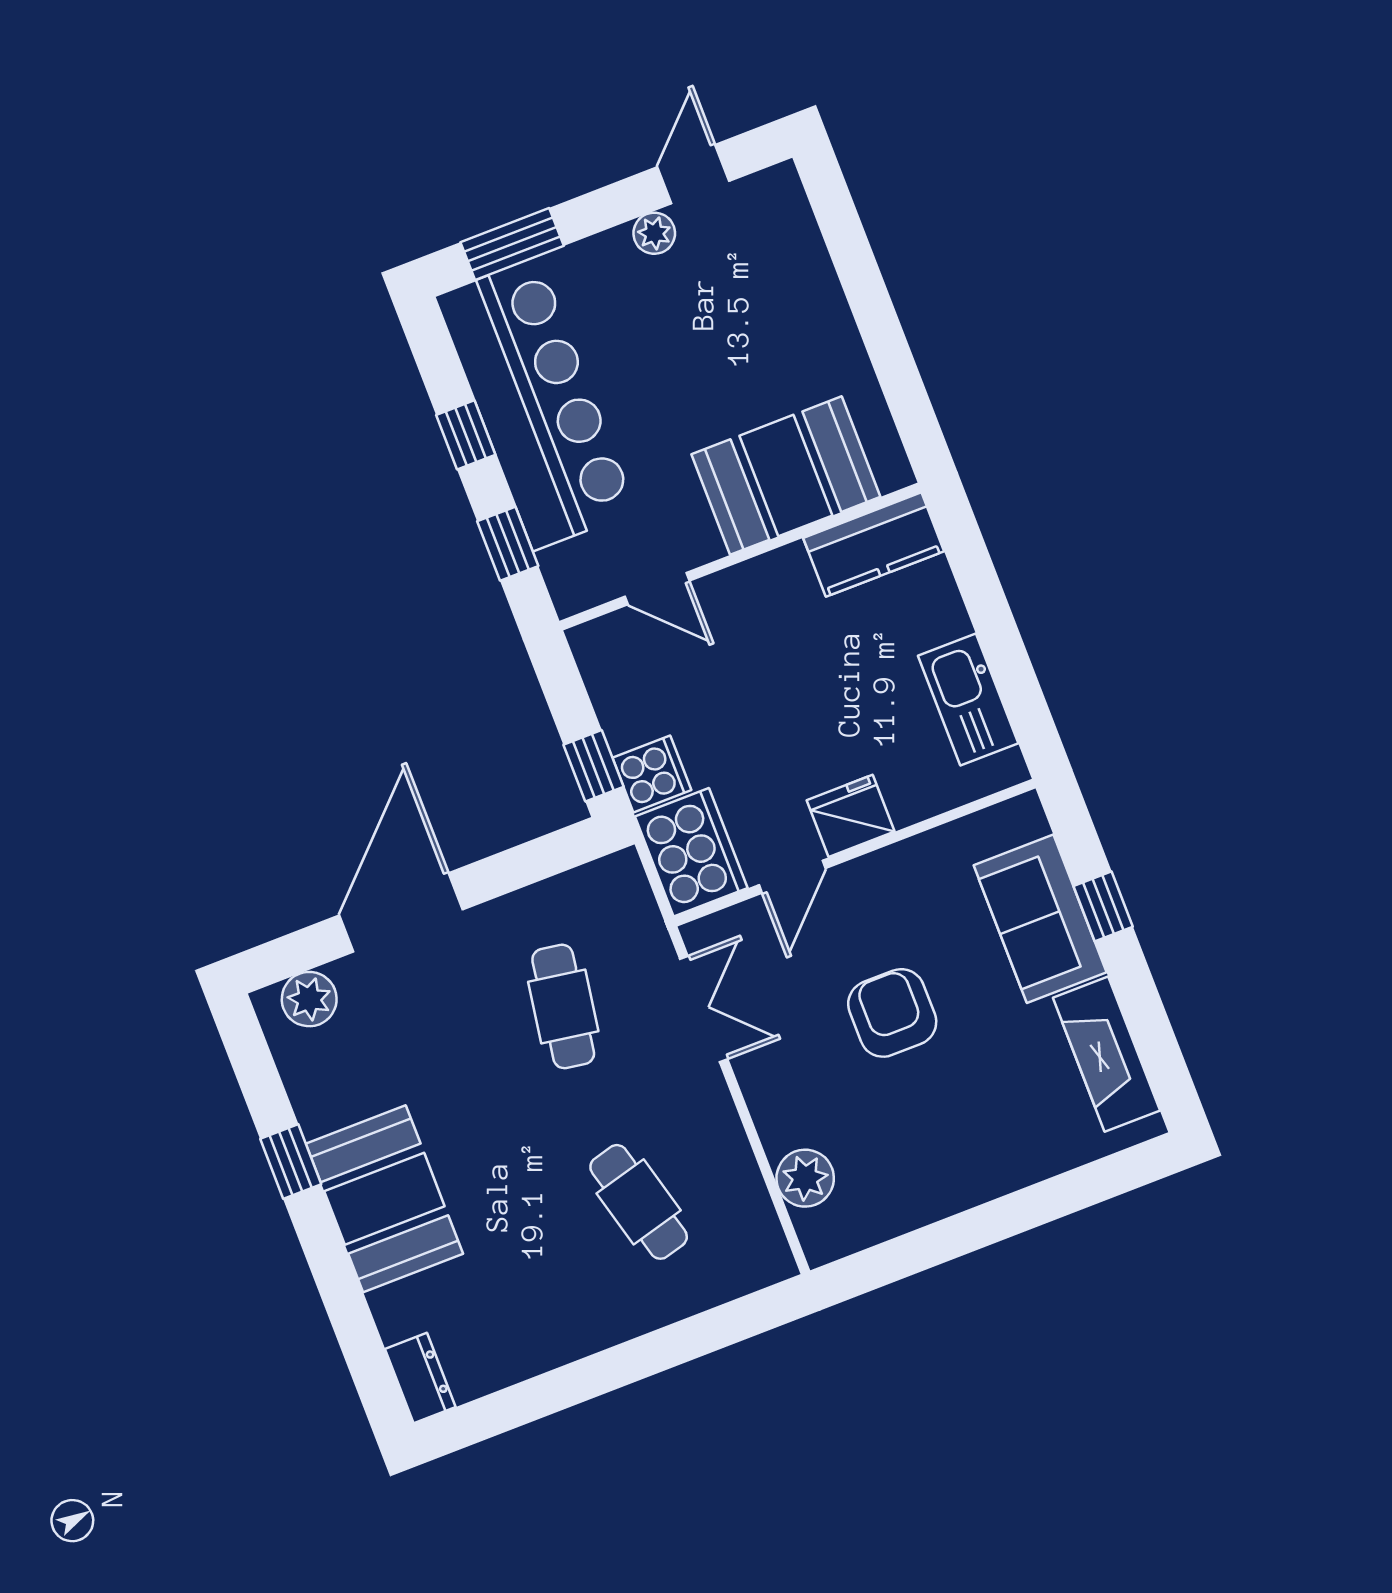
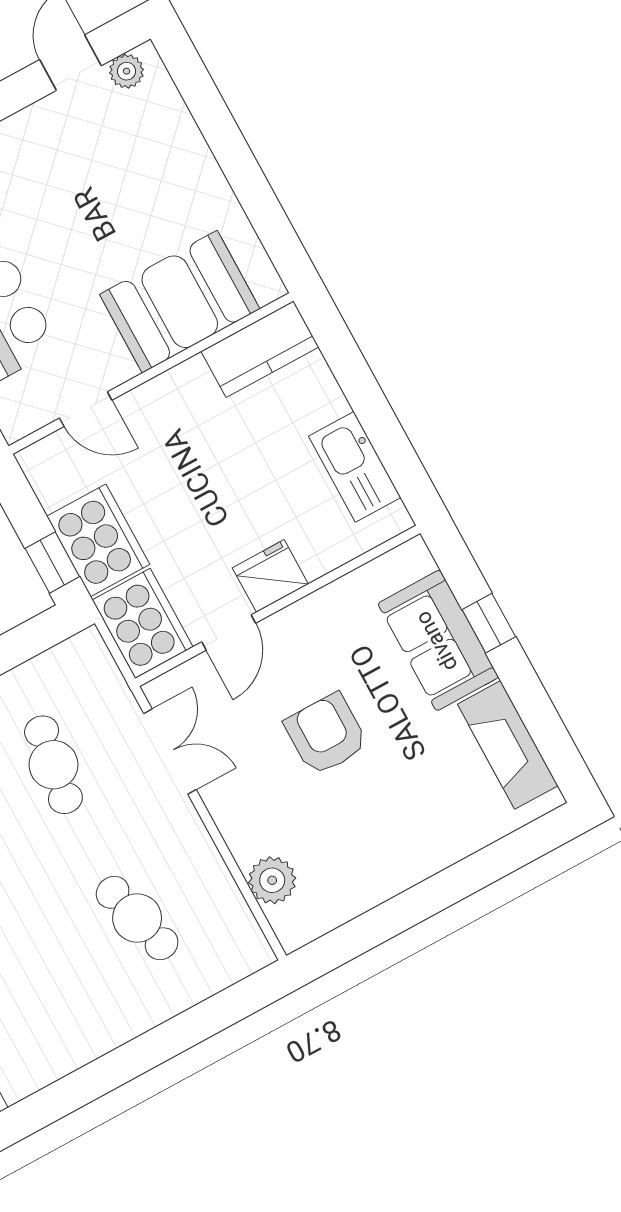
plant: (654, 233) -> (127, 71), moved
cooker: (652, 774) -> (98, 540), width x1.87, depth x1.31

